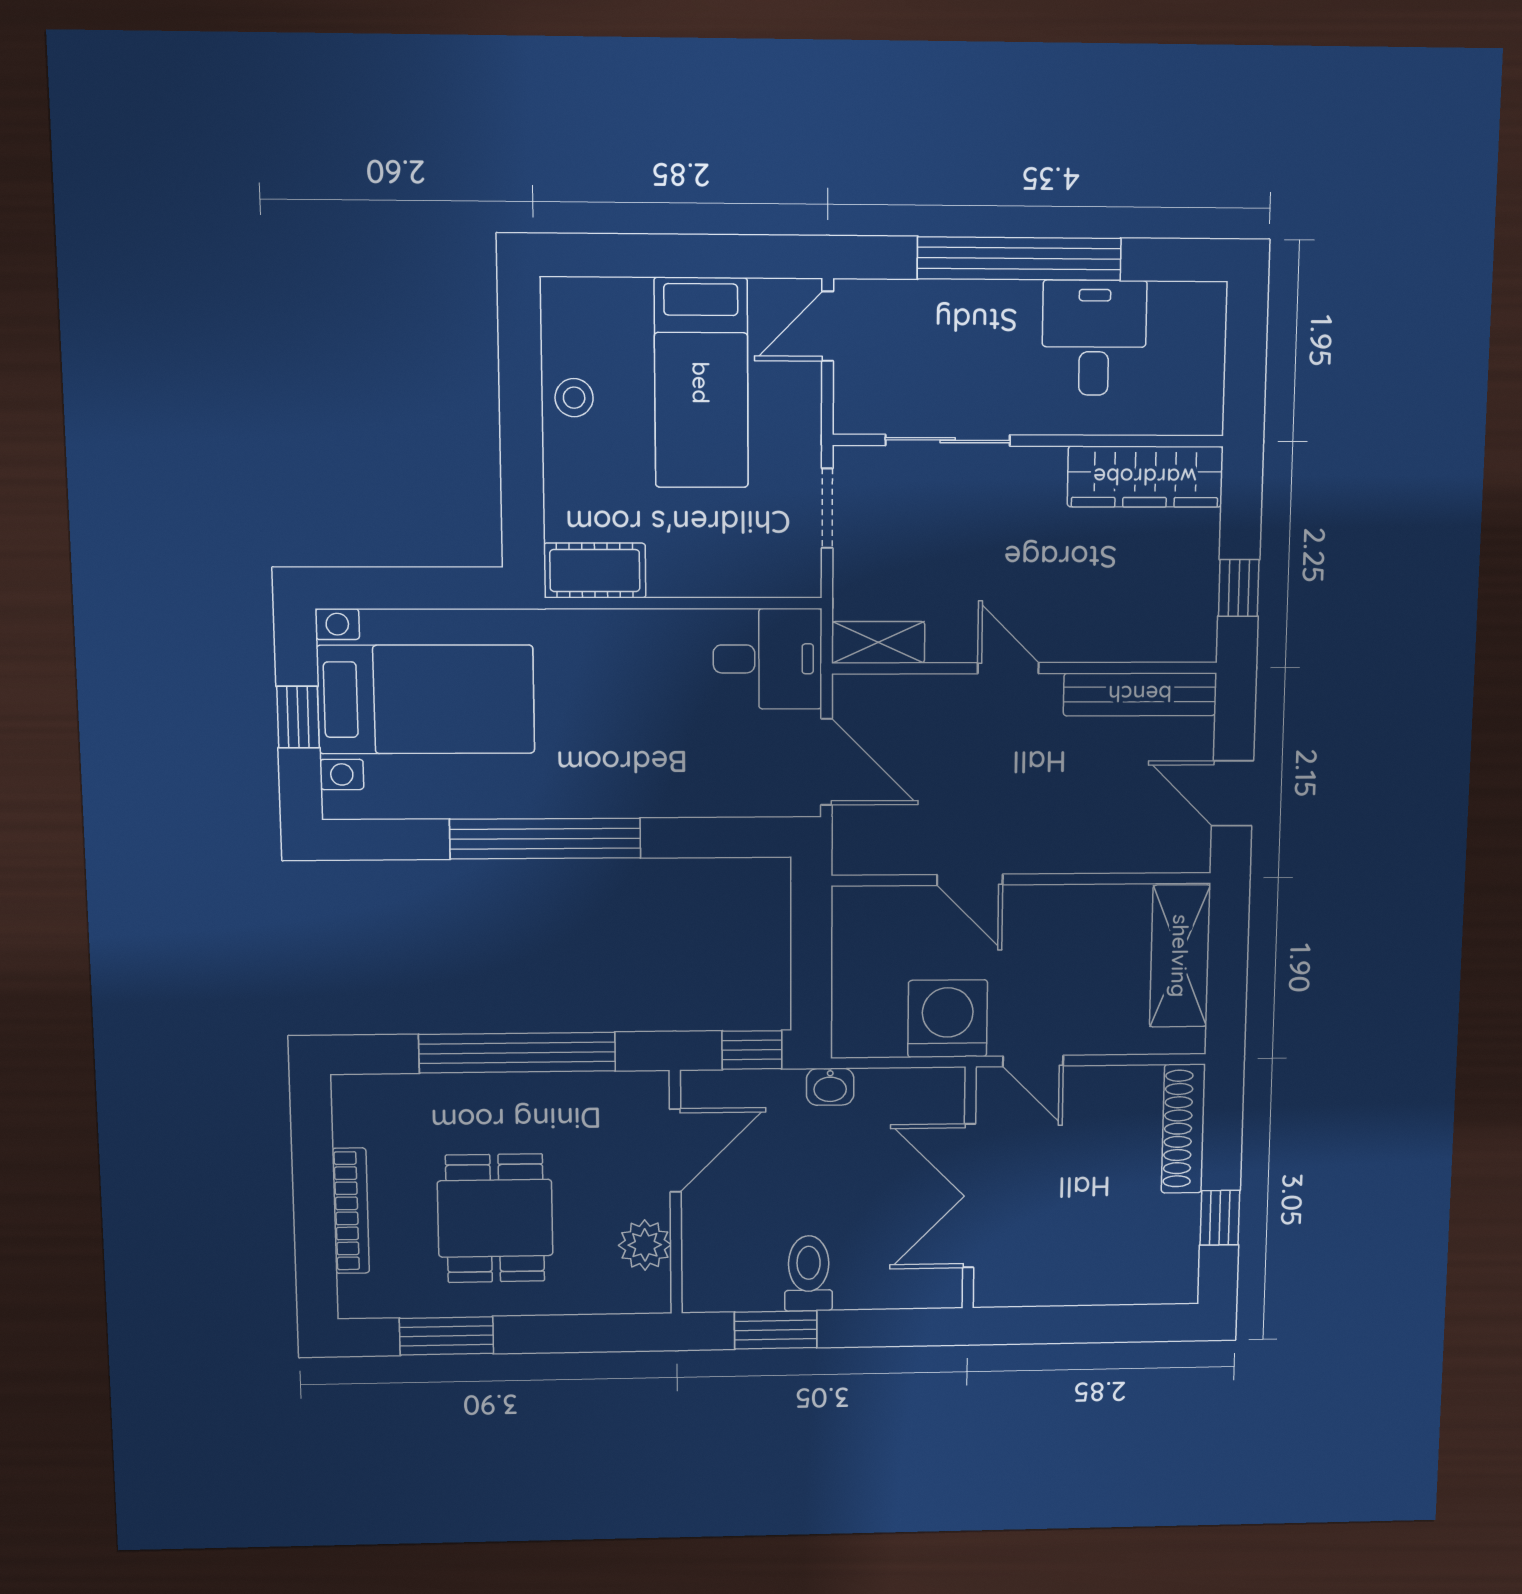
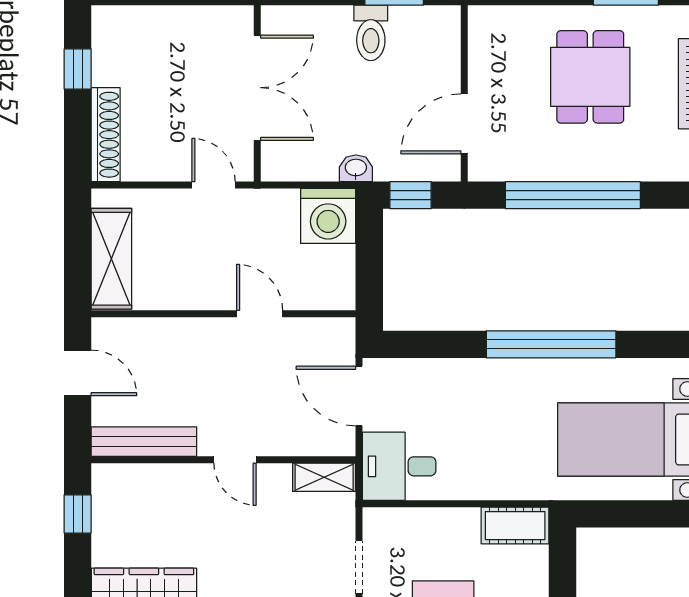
washing machine: (948, 1019) -> (328, 216), moved
plant: (645, 1245) -> (486, 56), removed

